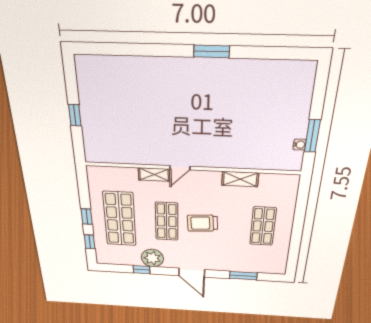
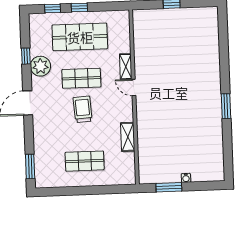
water cooler: (299, 145) -> (186, 178), moved
window: (243, 276) -> (30, 166), moved

